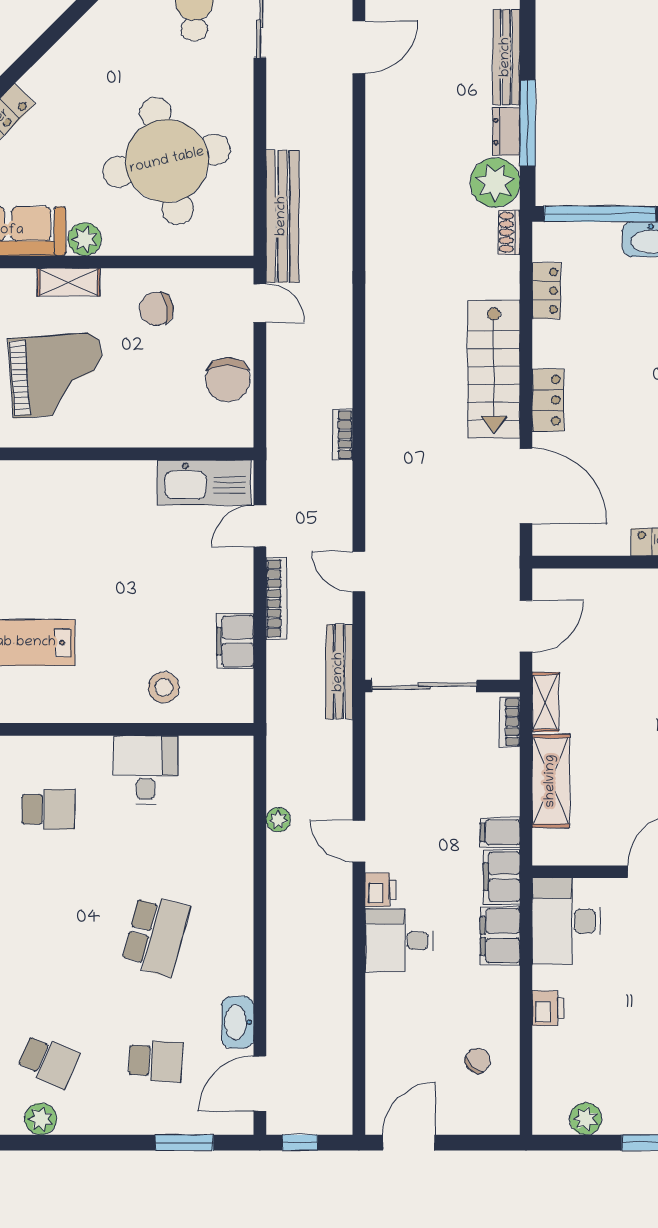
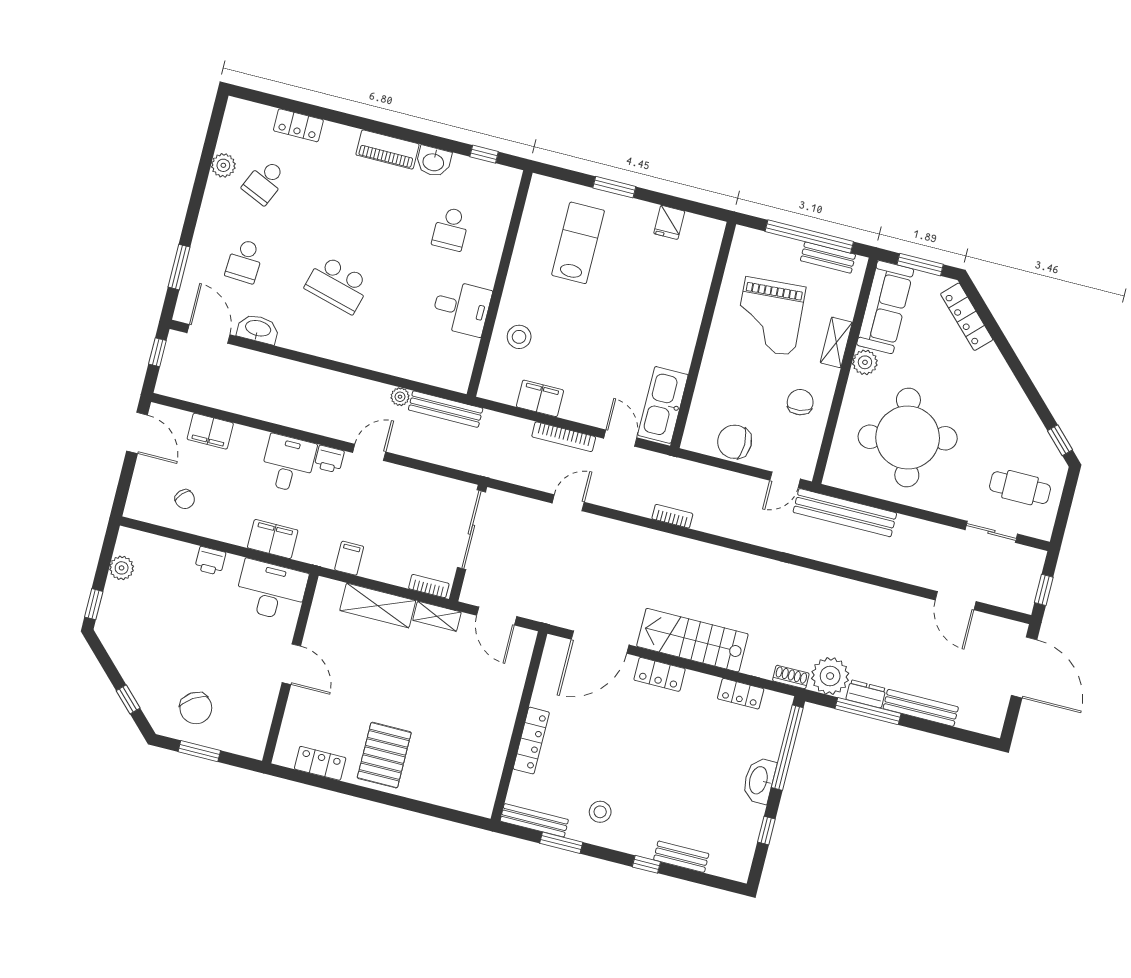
bench: (339, 672) -> (446, 409), moved
filing cabinet: (502, 877) -> (210, 431), moved, turned 180

